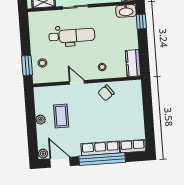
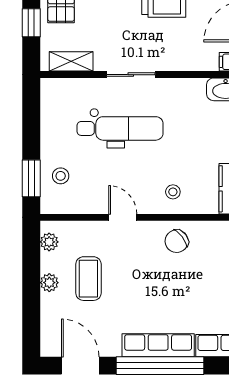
plant: (43, 154) -> (49, 242), moved

